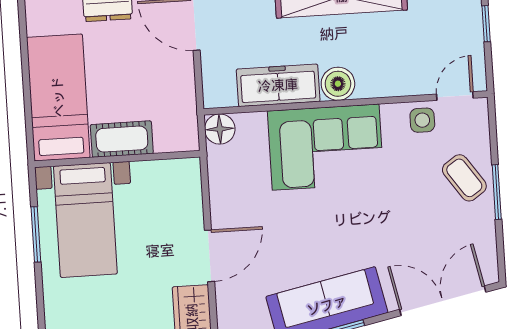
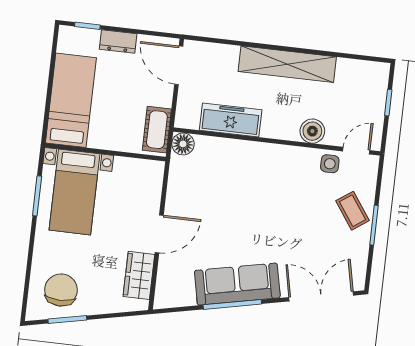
boiler: (338, 84) -> (312, 131), moved
cot: (122, 139) -> (157, 130), moved, turned 90
corner sofa: (326, 147) -> (257, 171), removed

